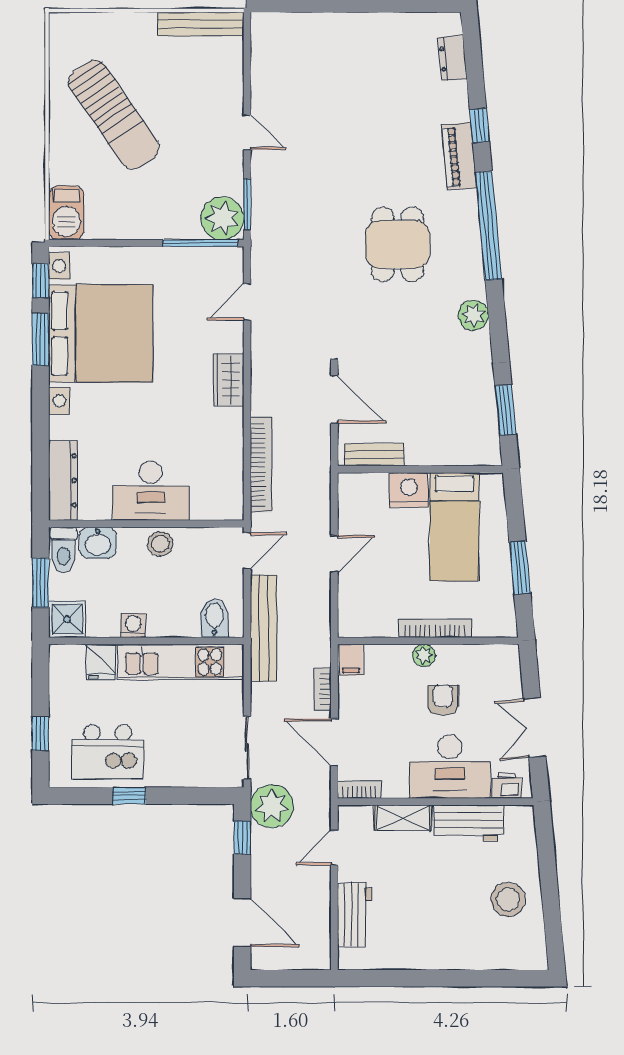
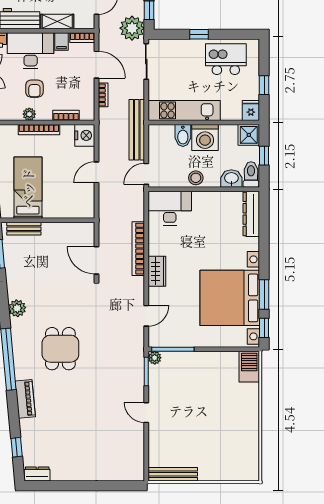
dresser: (452, 58) -> (37, 474), moved, turned -85
sun lounger: (114, 115) -> (222, 423), removed
window: (479, 126) -> (17, 447), moved
plant: (222, 218) -> (155, 358), width x0.53, depth x0.53
bench: (374, 455) -> (24, 229), moved
bookcase: (261, 465) -> (138, 249), moved
nightstand: (409, 490) -> (85, 135), moved, turned -90
desk: (151, 491) -> (170, 208), moved
window: (41, 583) -> (264, 156), width x0.67
bidet: (214, 618) -> (183, 136), moved
washing machine: (133, 625) -> (205, 137), width x1.89, depth x1.89
bookcase: (388, 653) -> (66, 115), added
plant: (424, 655) -> (29, 114), moved
filing cabinet: (351, 660) -> (62, 41), moved, turned 180
fridge: (101, 662) -> (251, 111), moved
window: (41, 733) -> (264, 85), moved
window: (129, 796) -> (199, 34), moved

